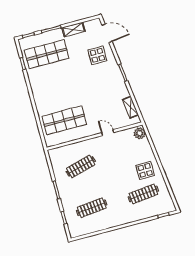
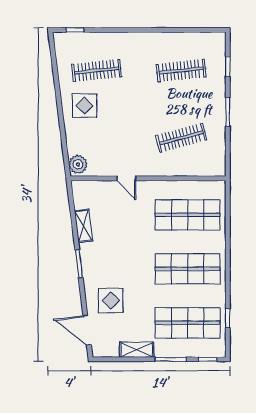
shop shelf: (55, 87) -> (188, 269), added
shelving: (130, 107) -> (84, 226), moved

